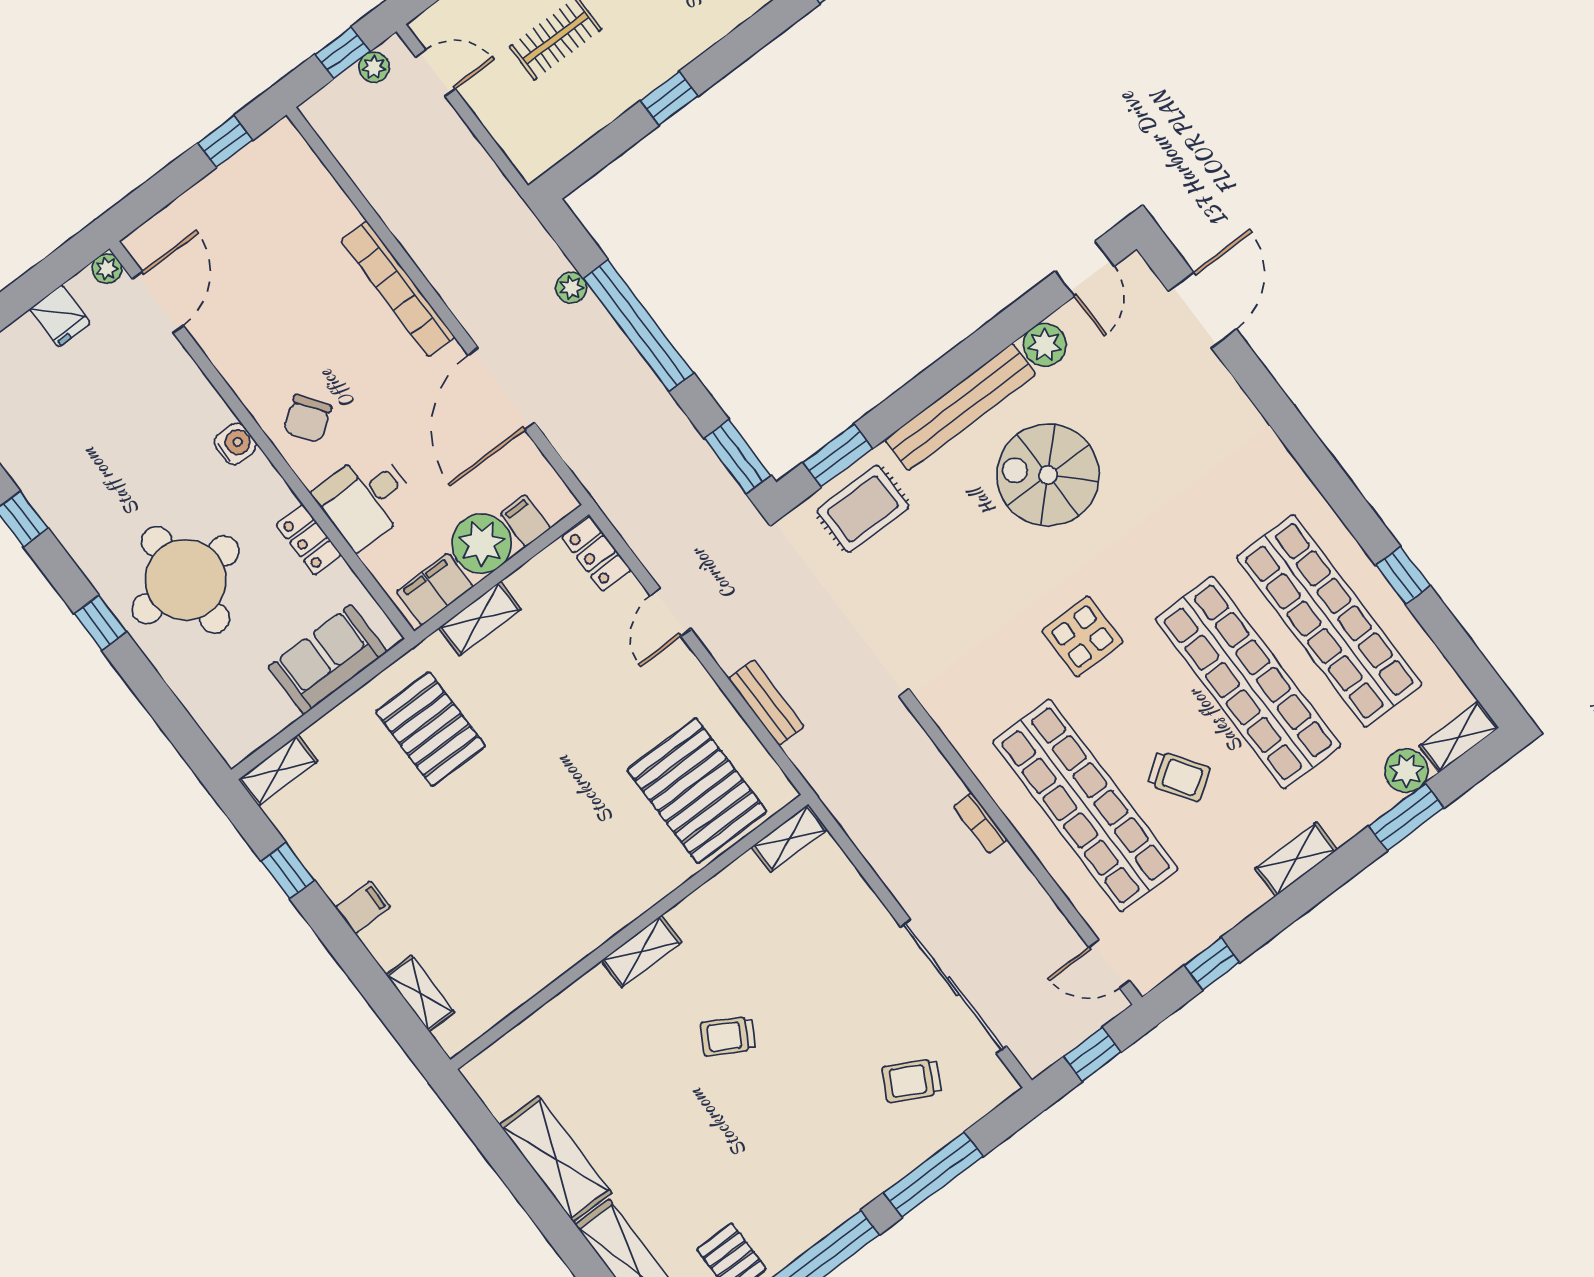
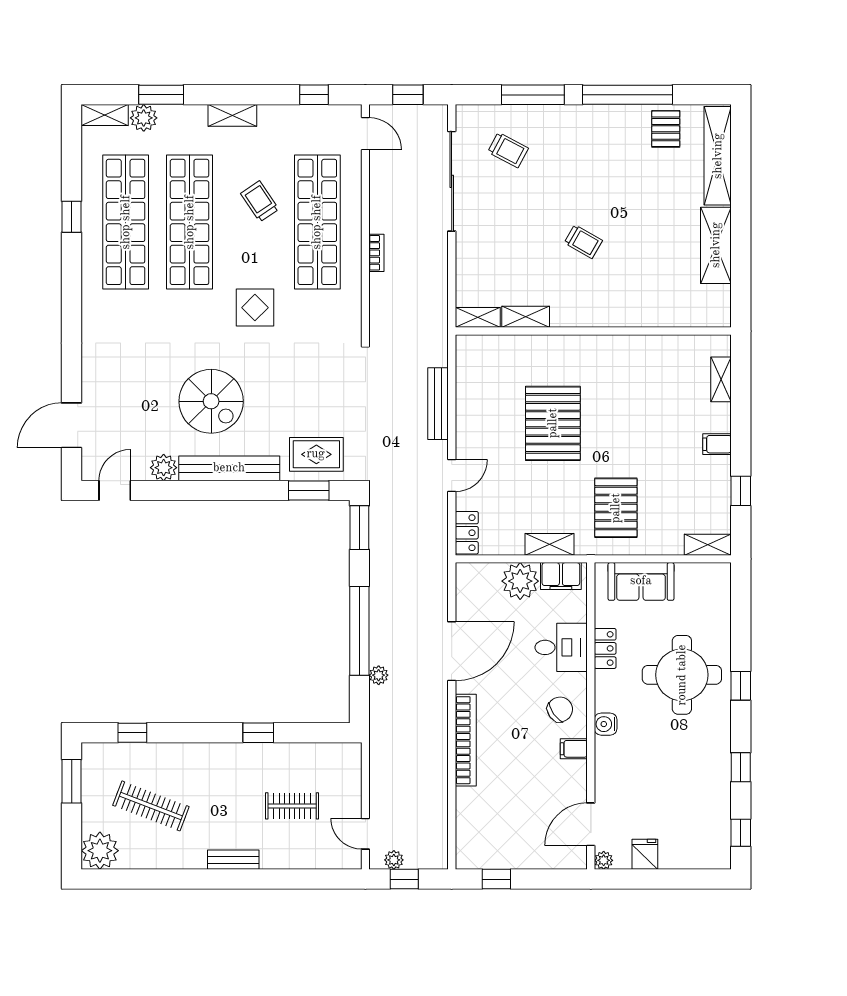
filing cabinet: (525, 521) -> (574, 749), moved, turned 90
bench: (766, 703) -> (438, 404), width x1.36
pallet: (697, 791) -> (553, 423), moved
shelving: (641, 951) -> (526, 317), moved

